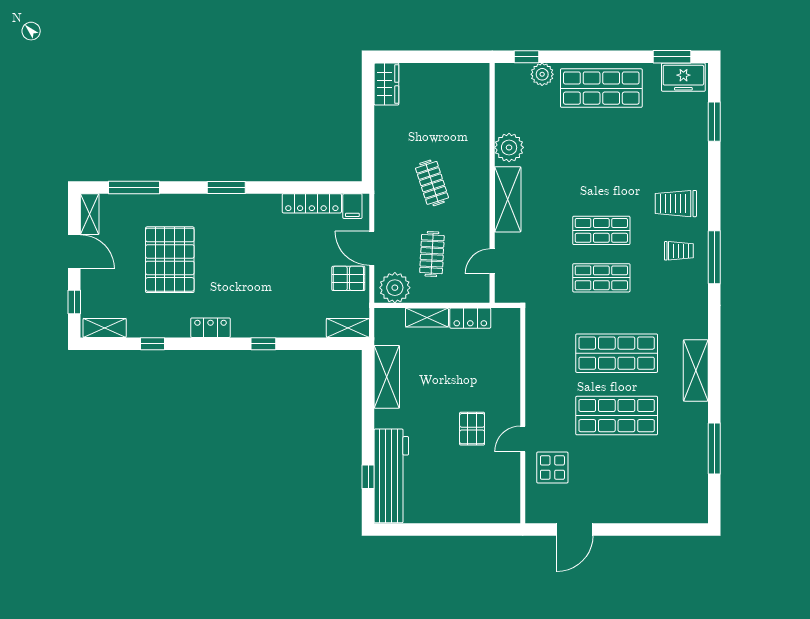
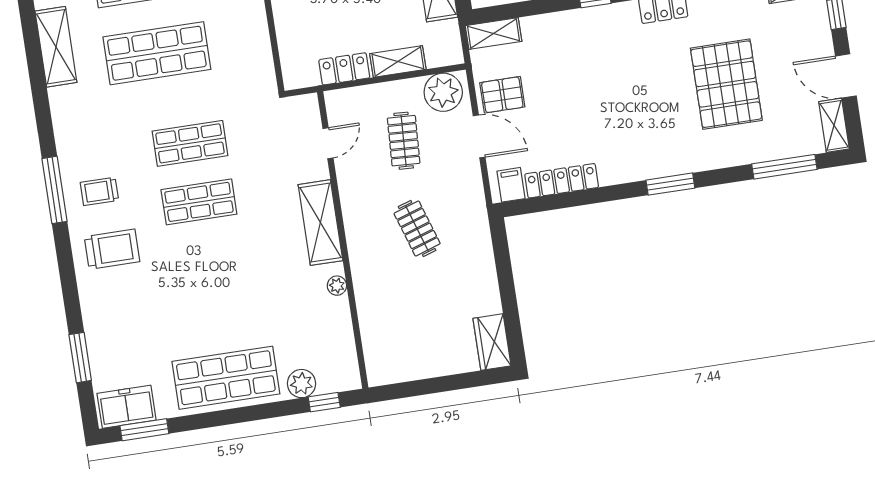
plant: (509, 147) -> (337, 286), width x0.53, depth x0.53

